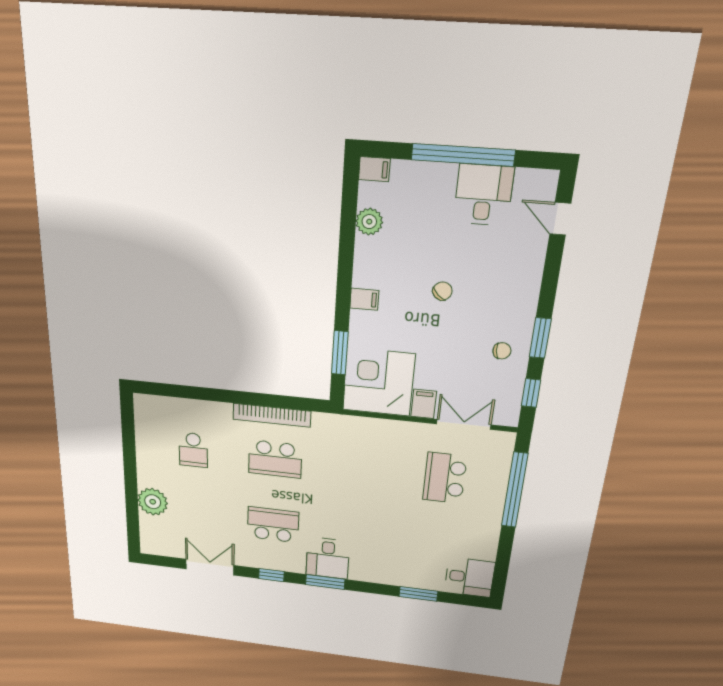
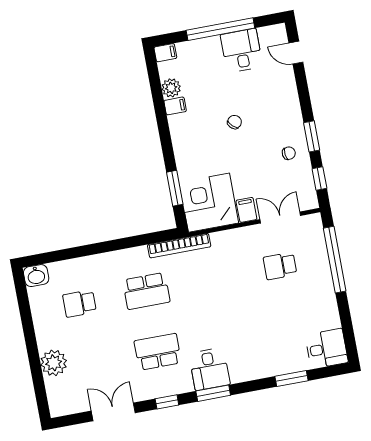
filing cabinet: (364, 299) -> (175, 106), moved
washbasin: (148, 406) -> (36, 276), added
bookcase: (272, 415) -> (179, 246), moved
school desk: (193, 450) -> (79, 303), turned 90
school desk: (445, 478) -> (280, 266), width x0.54

